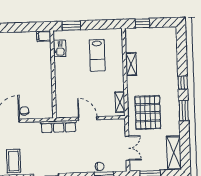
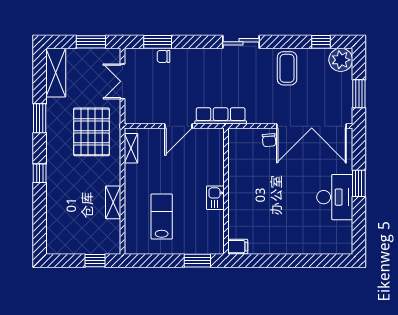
kitchen sink: (60, 48) -> (215, 198), moved
window: (184, 111) -> (40, 118), moved
door: (88, 118) -> (178, 126), hinge flipped

